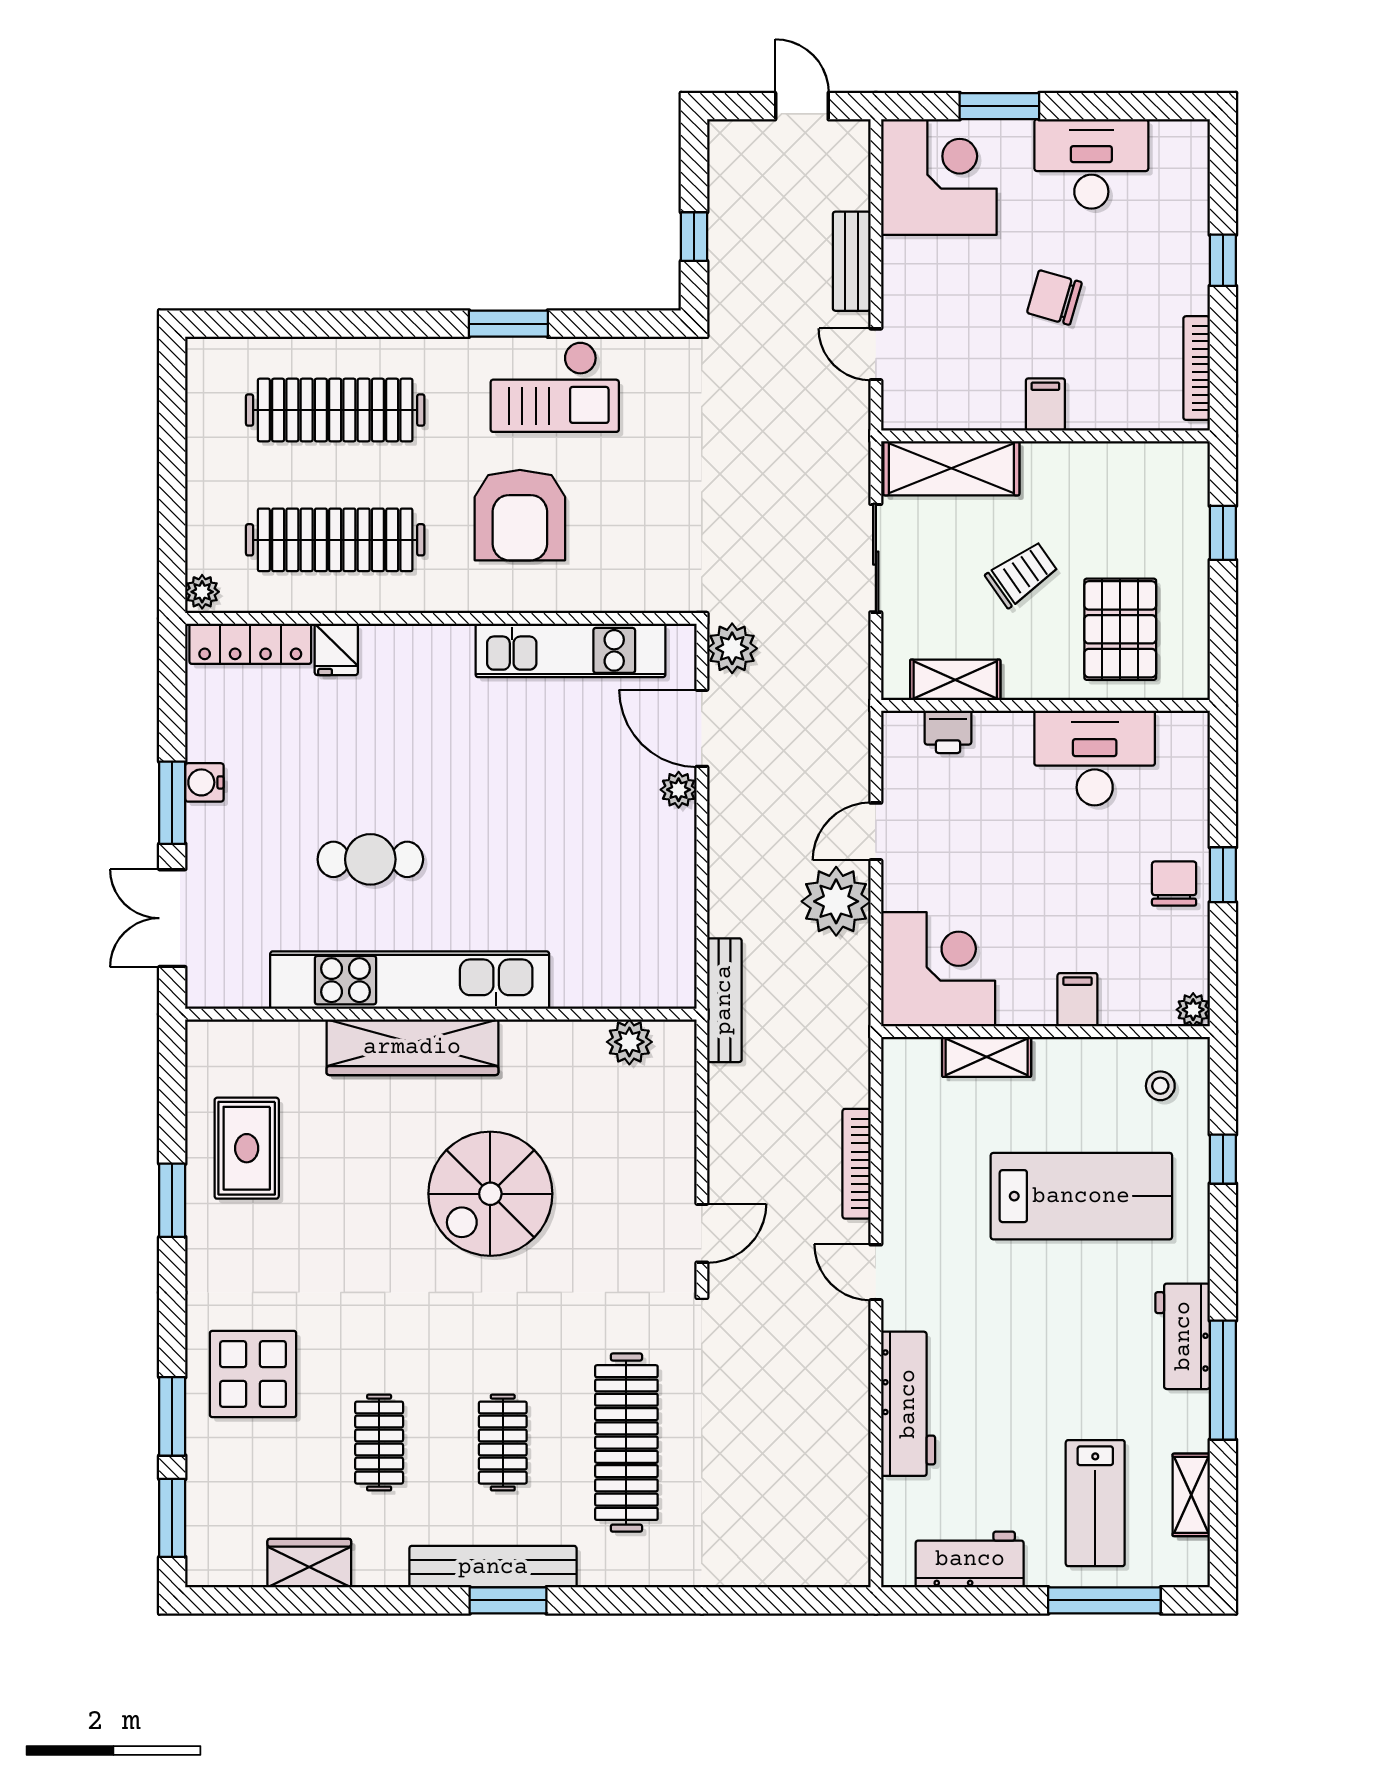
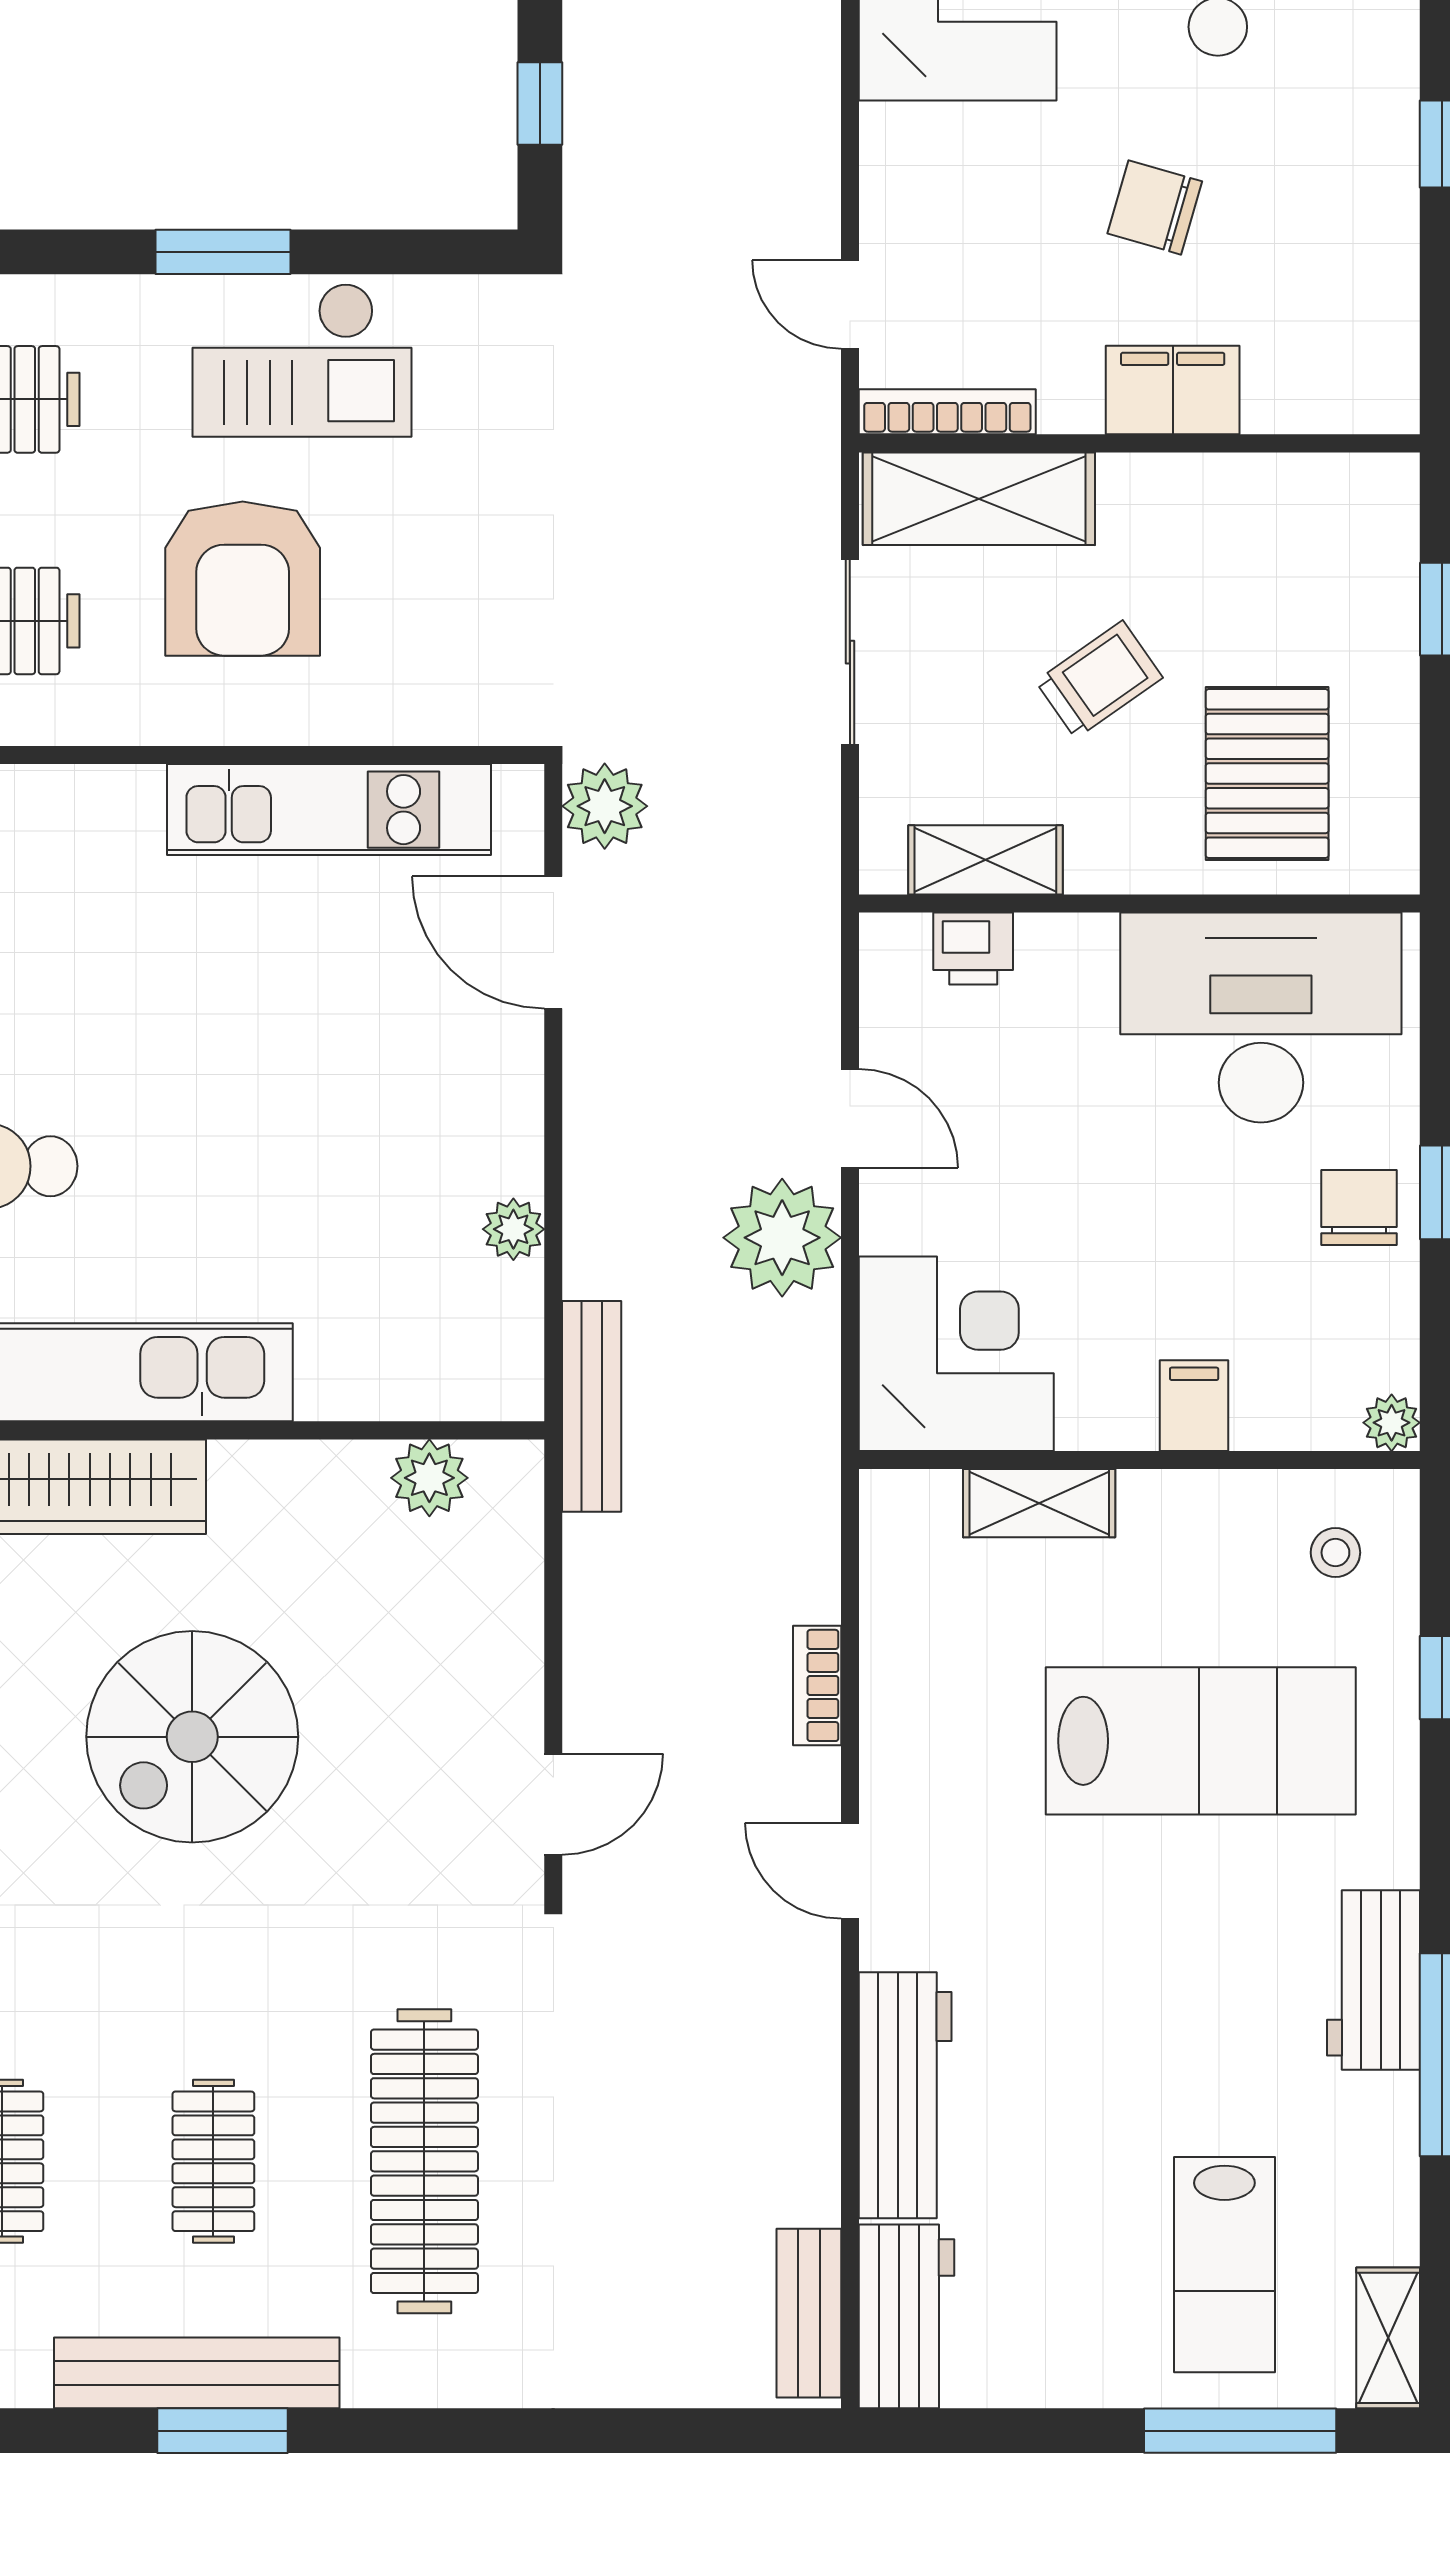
bench: (852, 261) -> (809, 2313), moved
bookcase: (1197, 368) -> (947, 412), moved, turned 90
filing cabinet: (1045, 405) -> (1173, 390), width x2.00
desk: (1095, 758) -> (1261, 1018), width x1.36, depth x1.30
plant: (679, 790) -> (513, 1229), moved
door: (876, 831) -> (850, 1118), swing flipped
bookcase: (857, 1164) -> (817, 1685), width x0.64
shelving: (1191, 1495) -> (1388, 2338), moved
workbench: (970, 1559) -> (906, 2316), moved, turned 90

